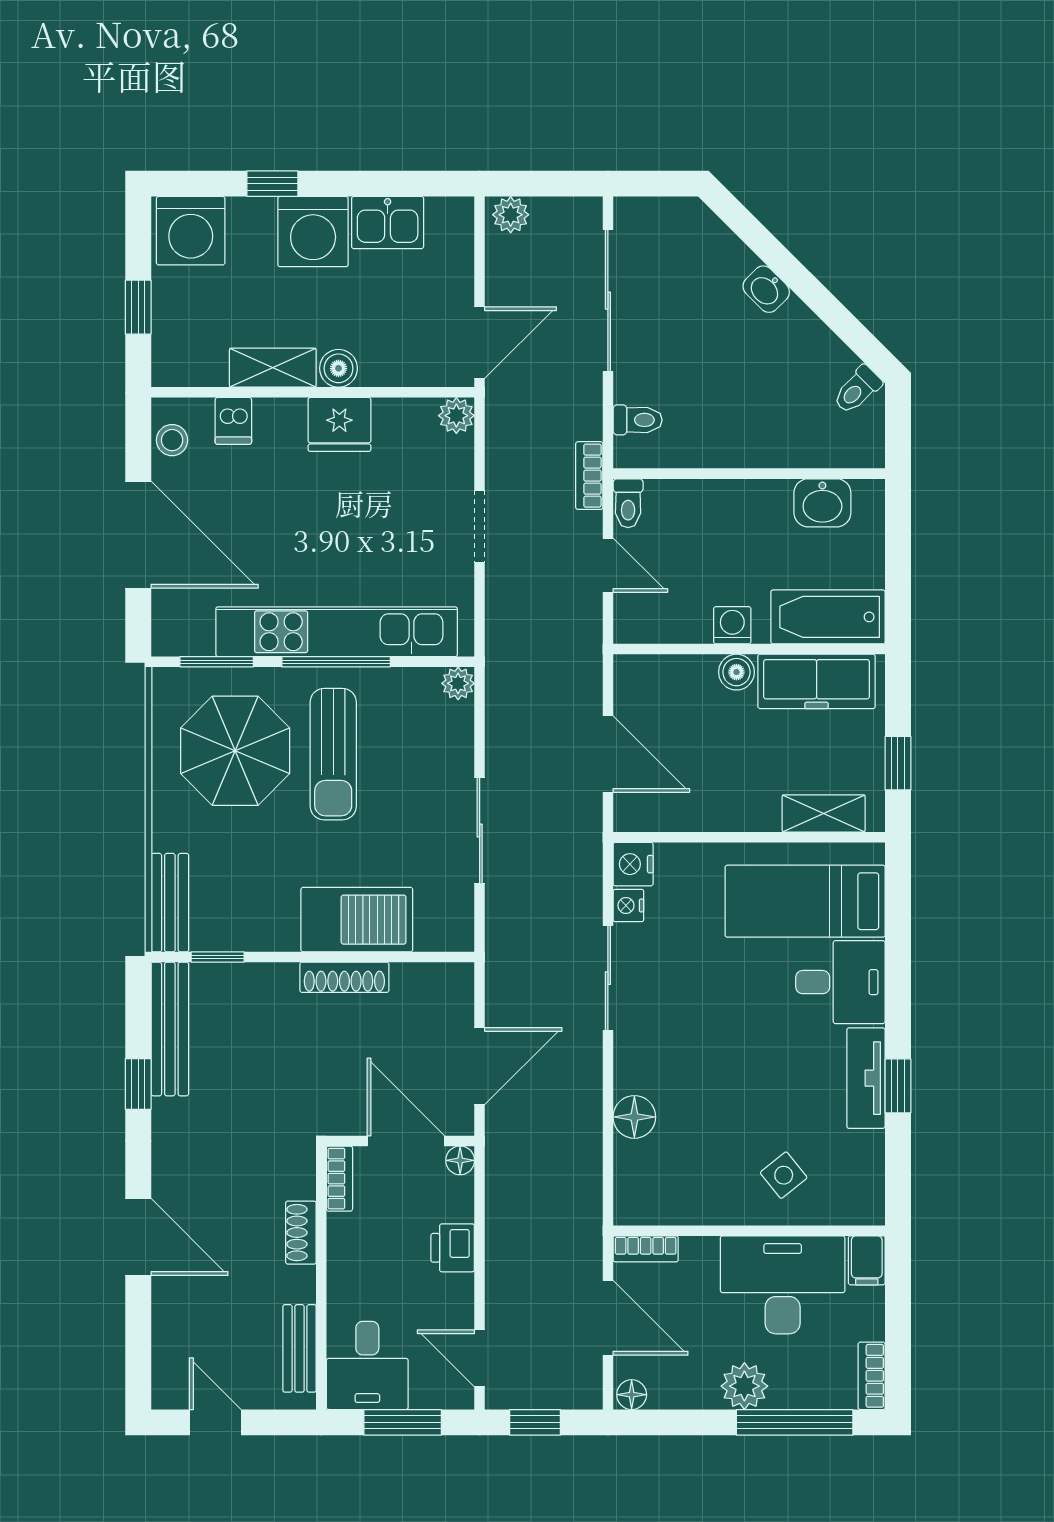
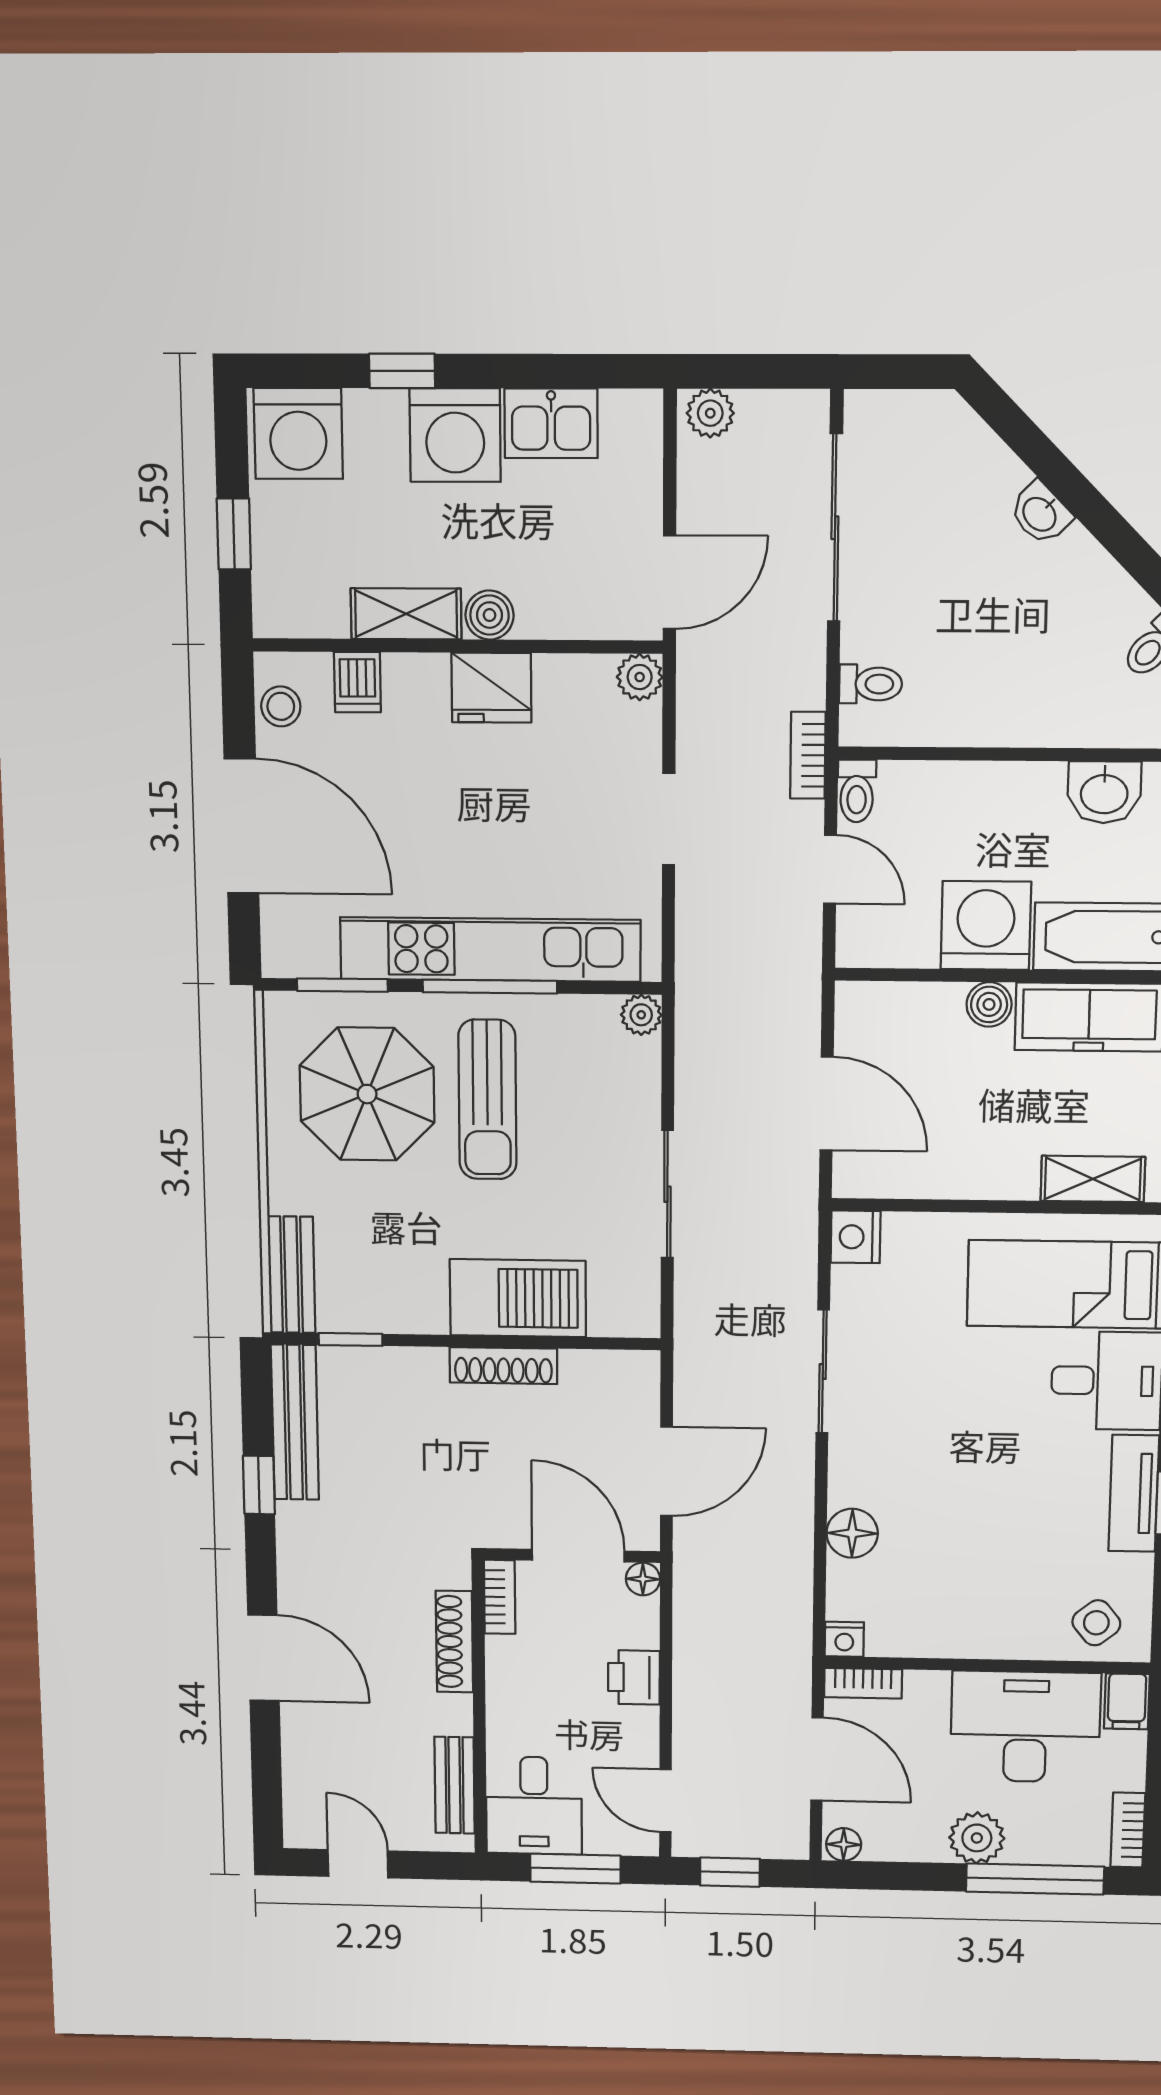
washing machine: (732, 625) -> (986, 925), width x1.89, depth x1.89
nightstand: (628, 905) -> (844, 1639), moved, turned -90
side table: (784, 1175) -> (1096, 1623), moved
shoe rack: (301, 1233) -> (454, 1642), width x1.43

